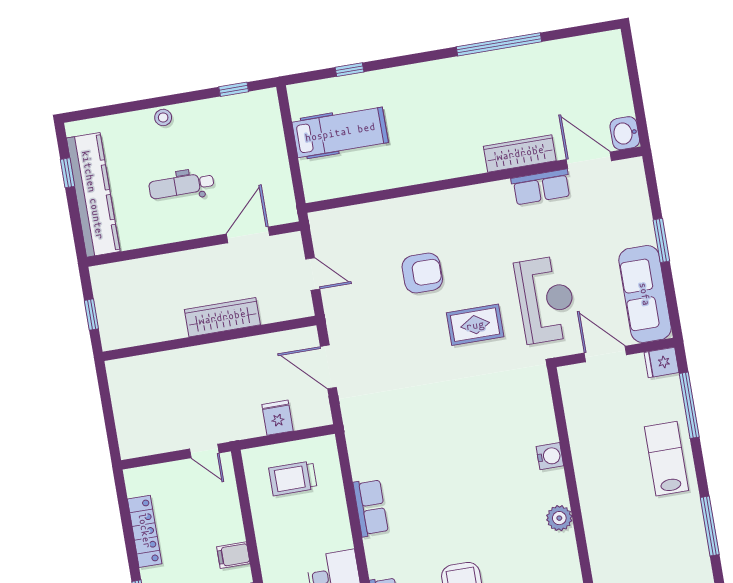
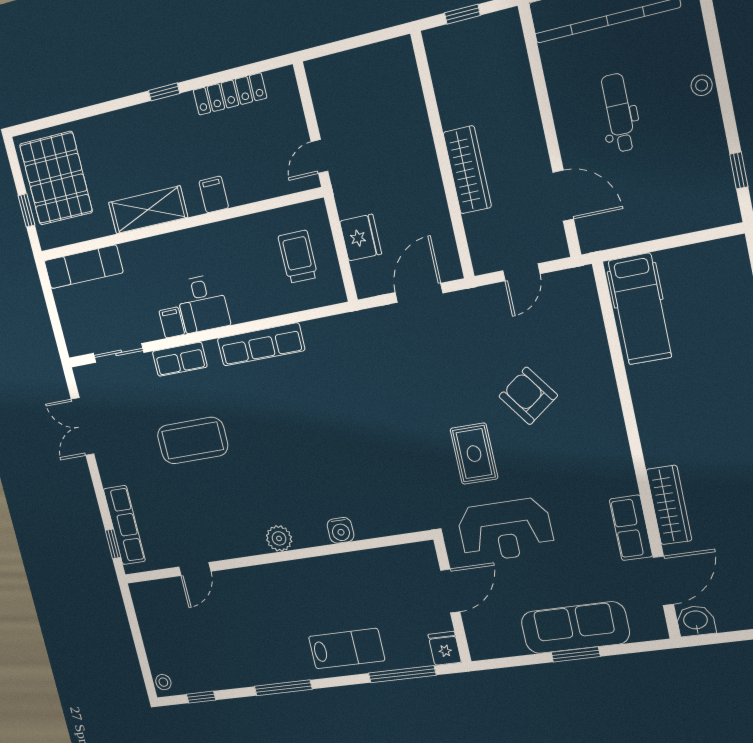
hospital bed: (340, 132) -> (640, 309), moved
armchair: (422, 273) -> (528, 396), turned 144
sofa: (645, 294) -> (575, 628), moved
fridge: (278, 418) -> (361, 238), width x1.38
row of seats: (371, 508) -> (261, 344), width x1.48

